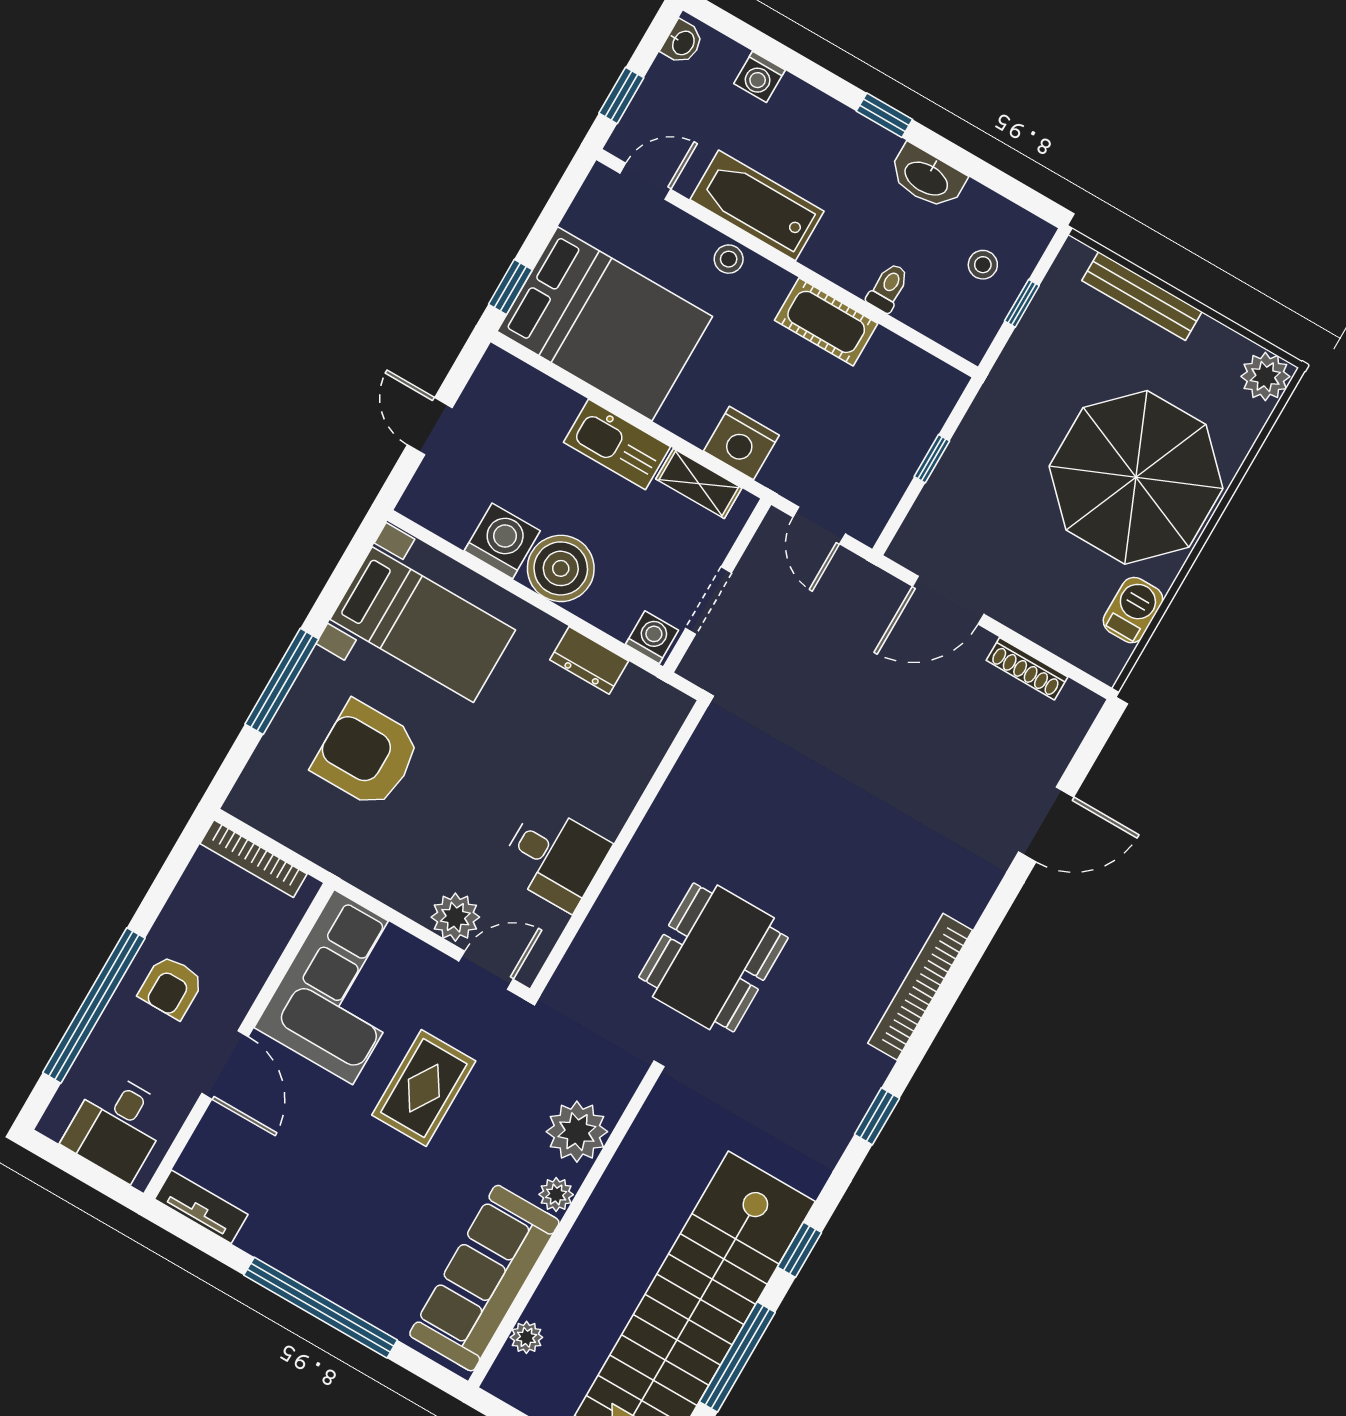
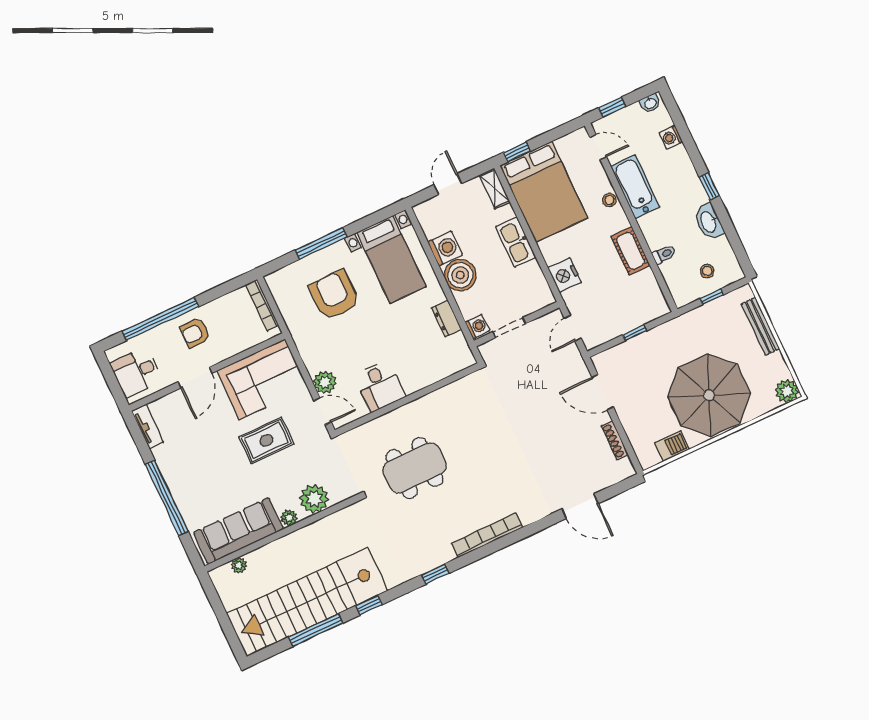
shelving: (699, 483) -> (495, 188), moved

